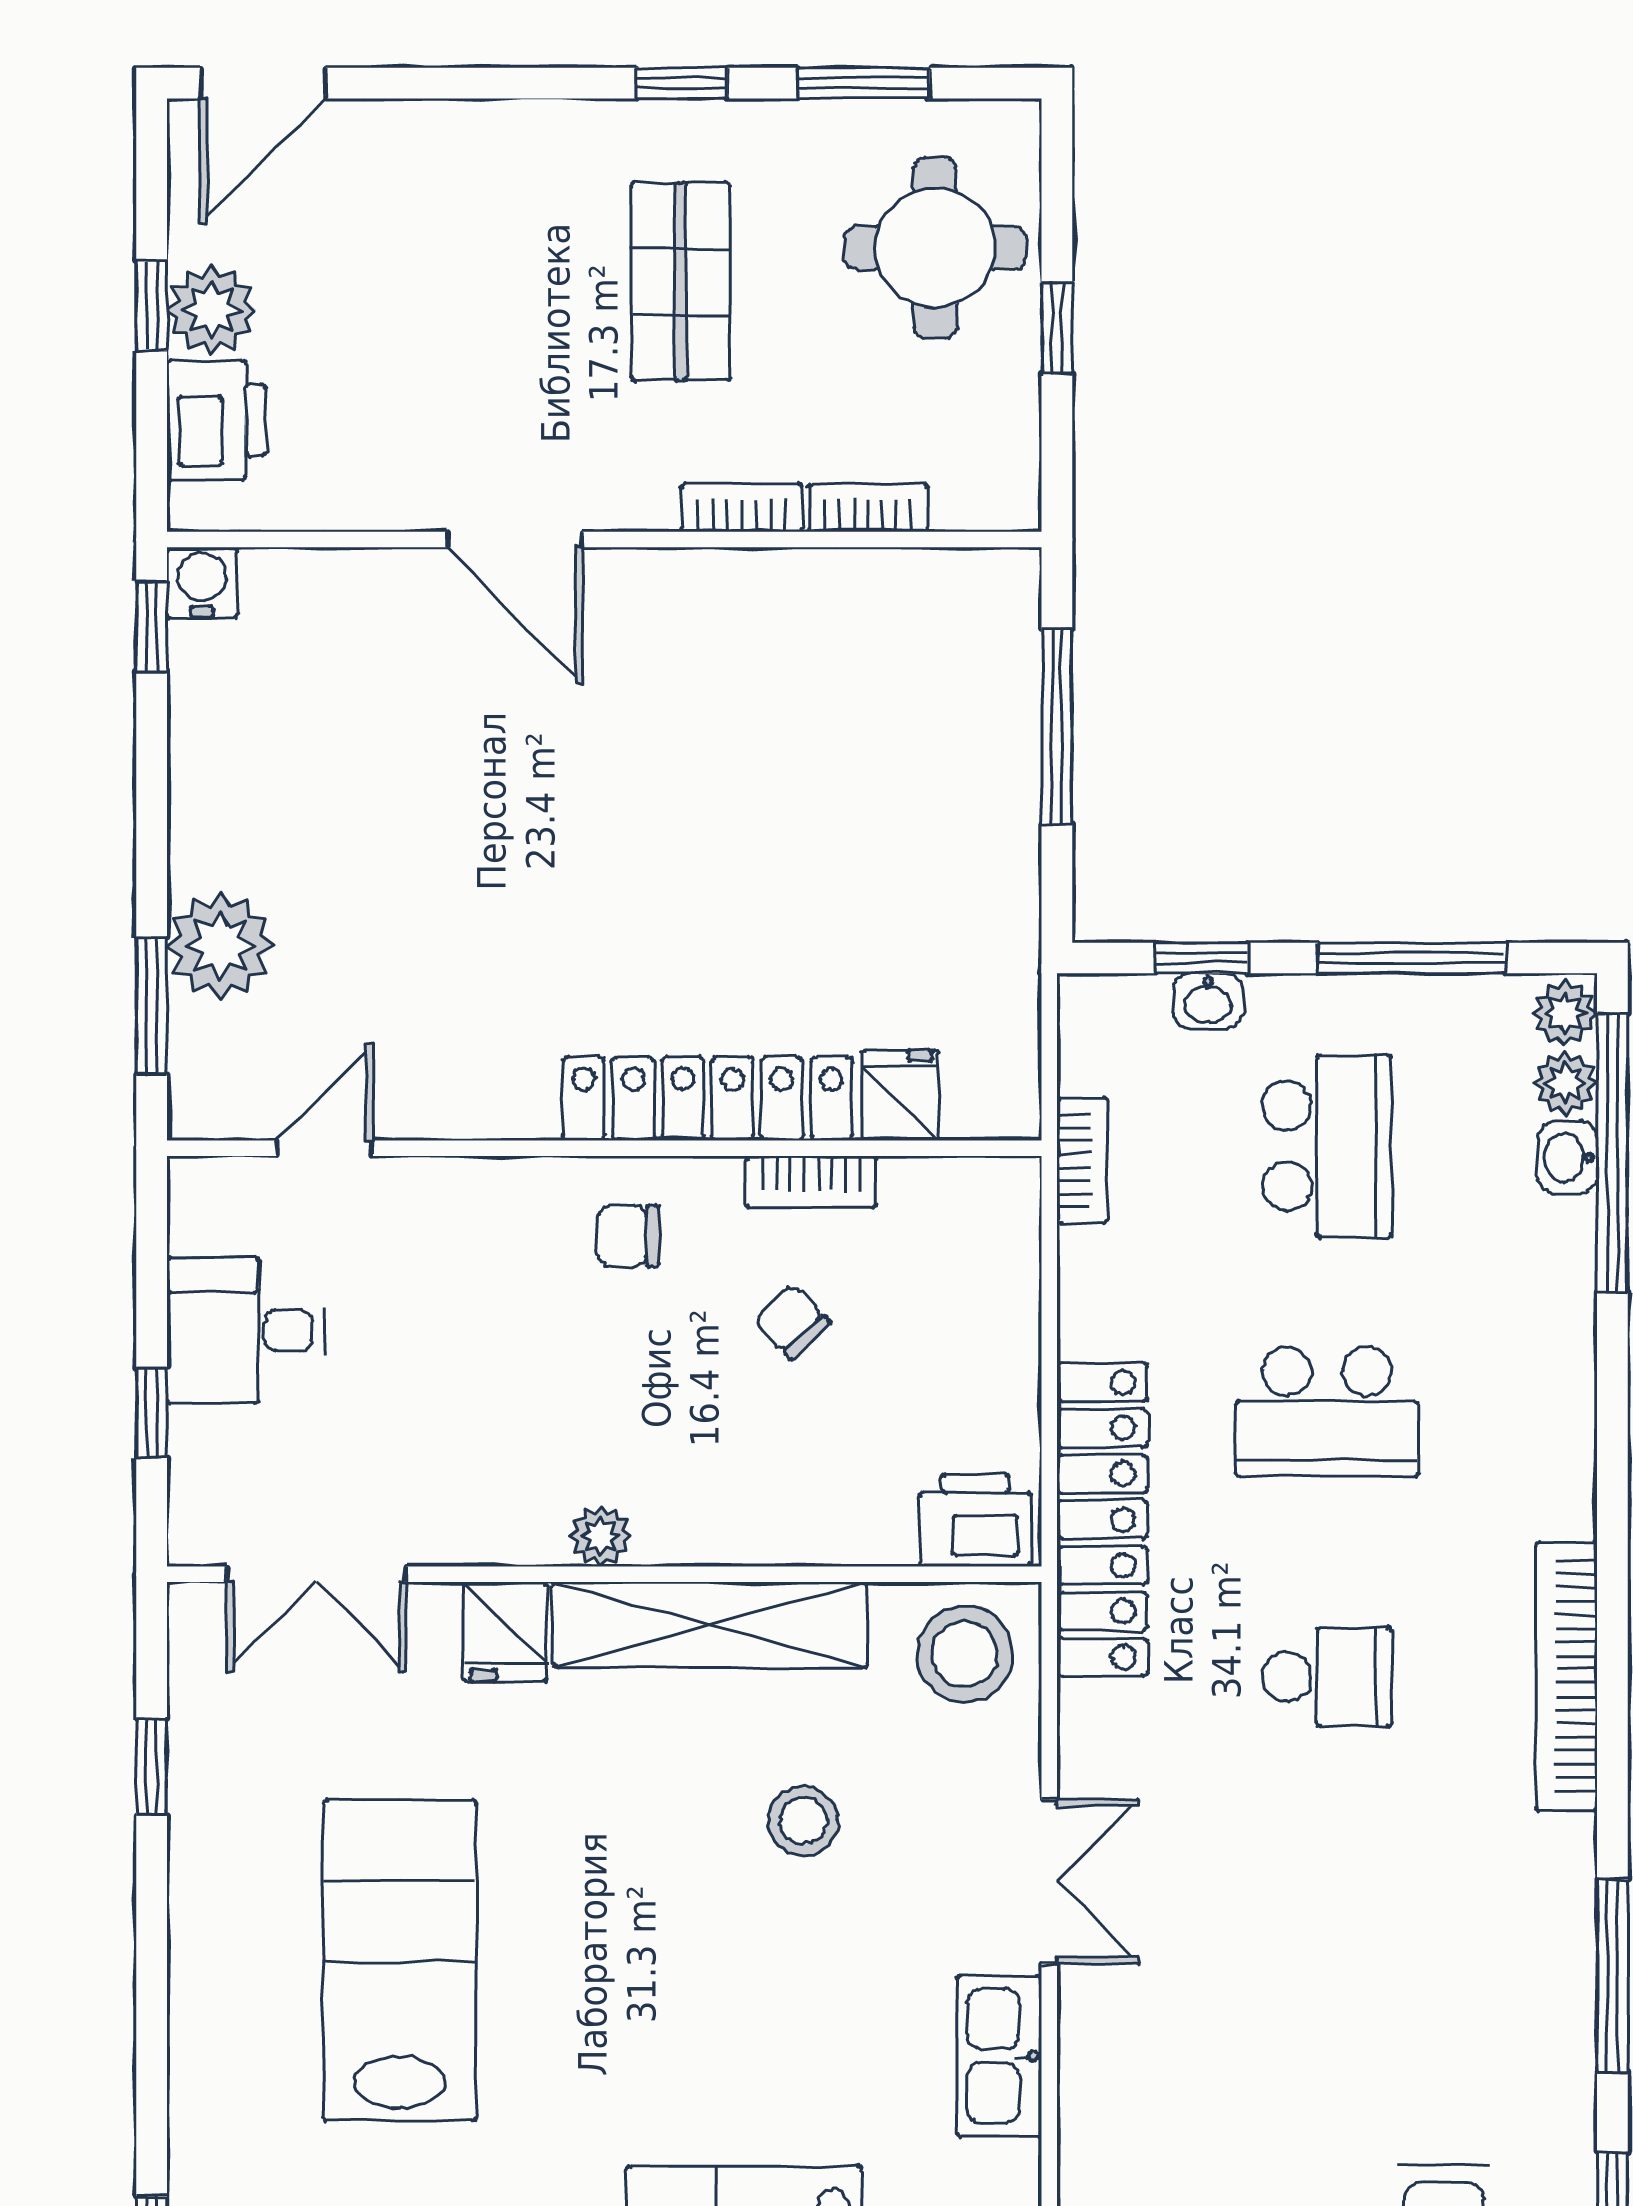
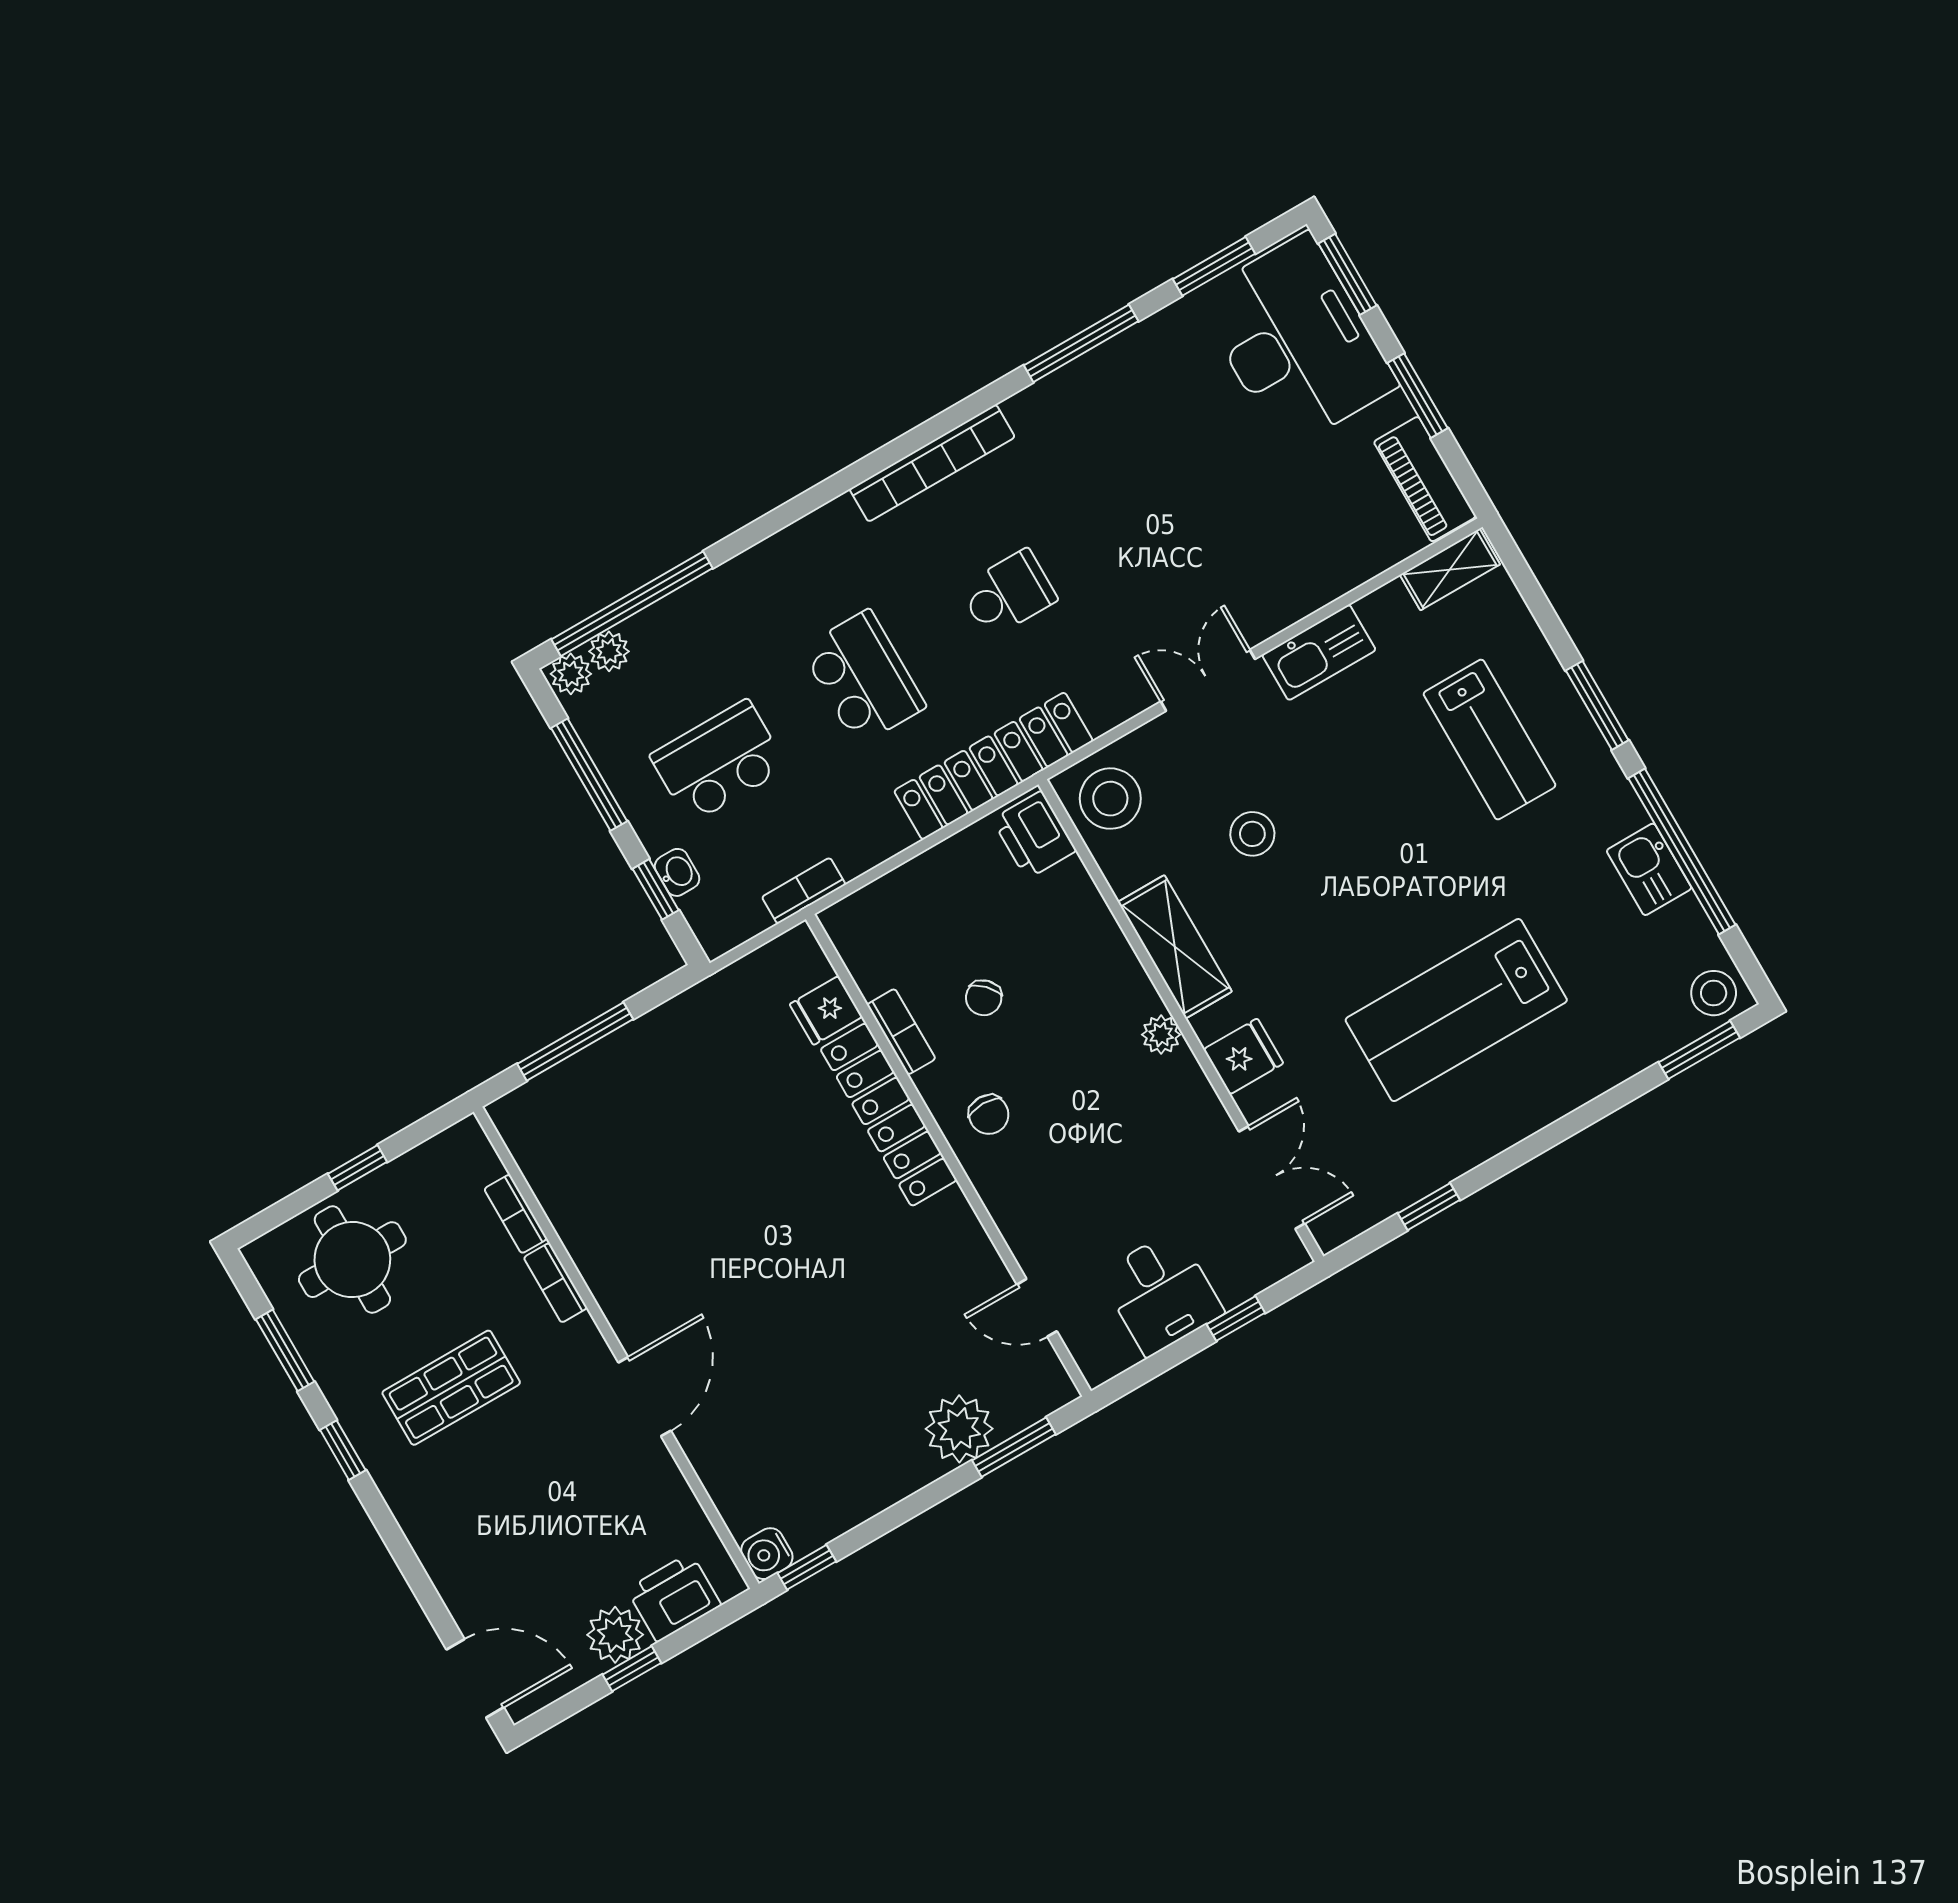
washbasin: (1568, 1158) -> (649, 627), removed
shelving: (710, 1625) -> (1175, 947), width x0.68
school desk: (1327, 1677) -> (1008, 594), turned 90

